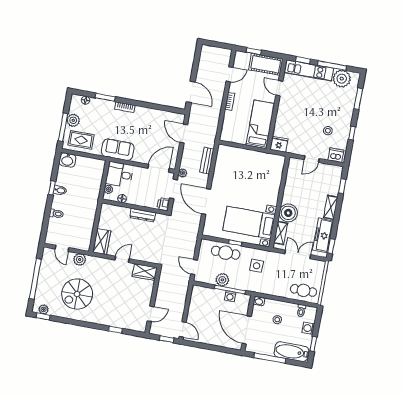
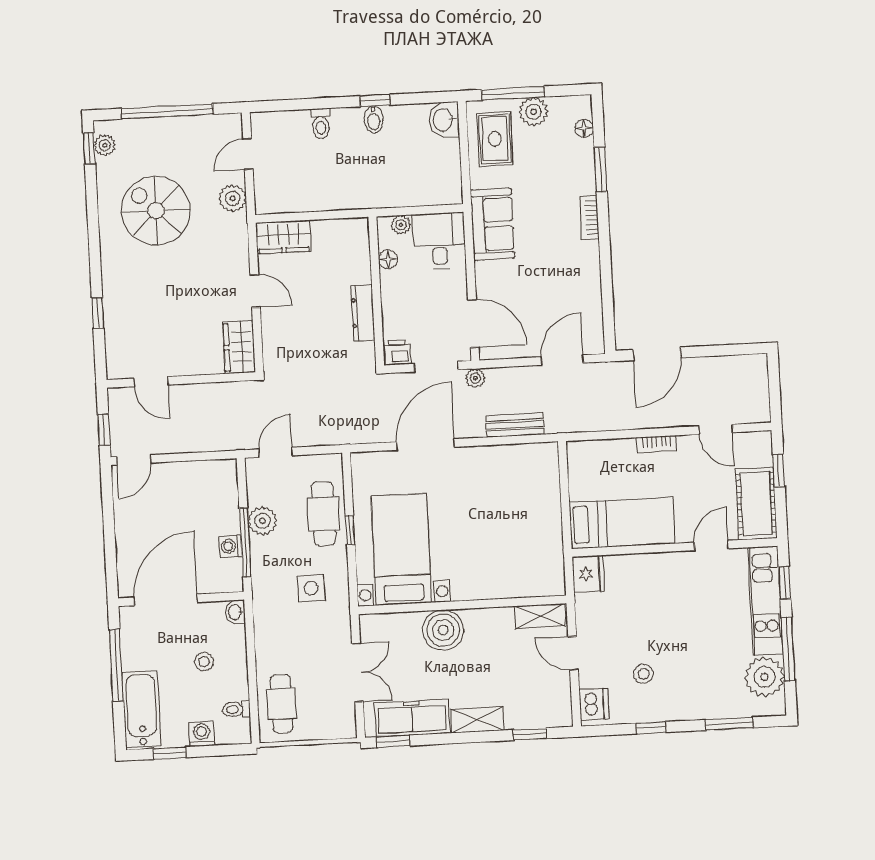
shelving: (281, 233) -> (540, 616), moved

